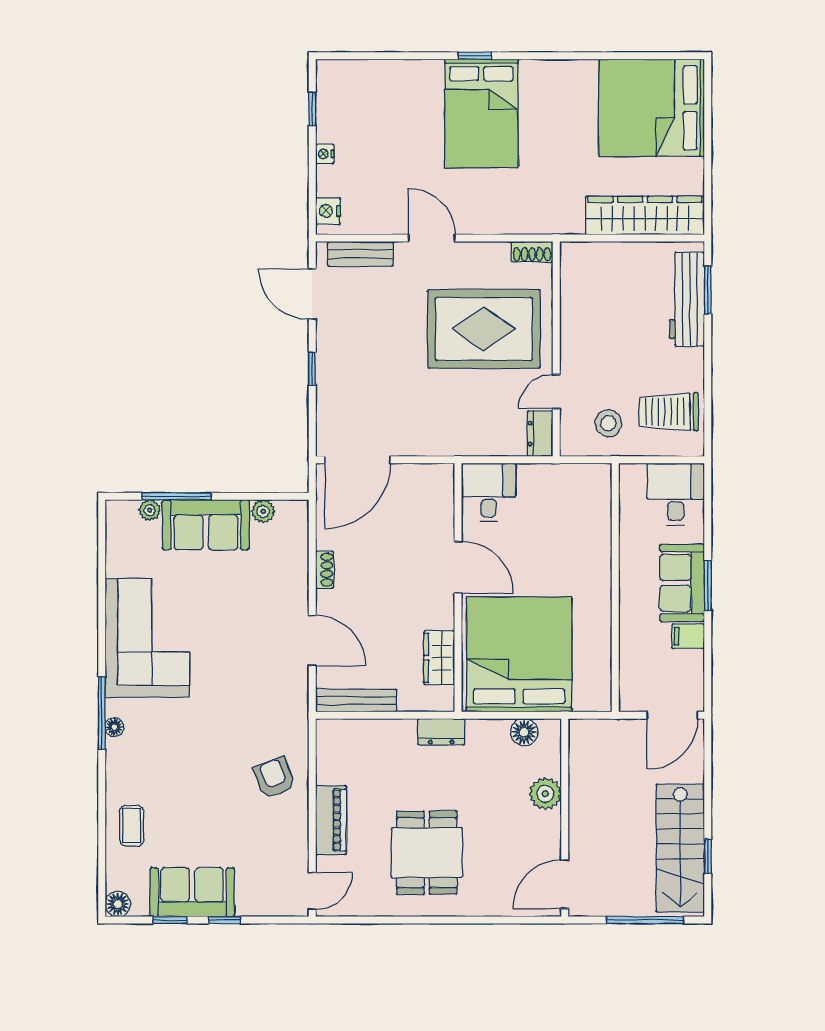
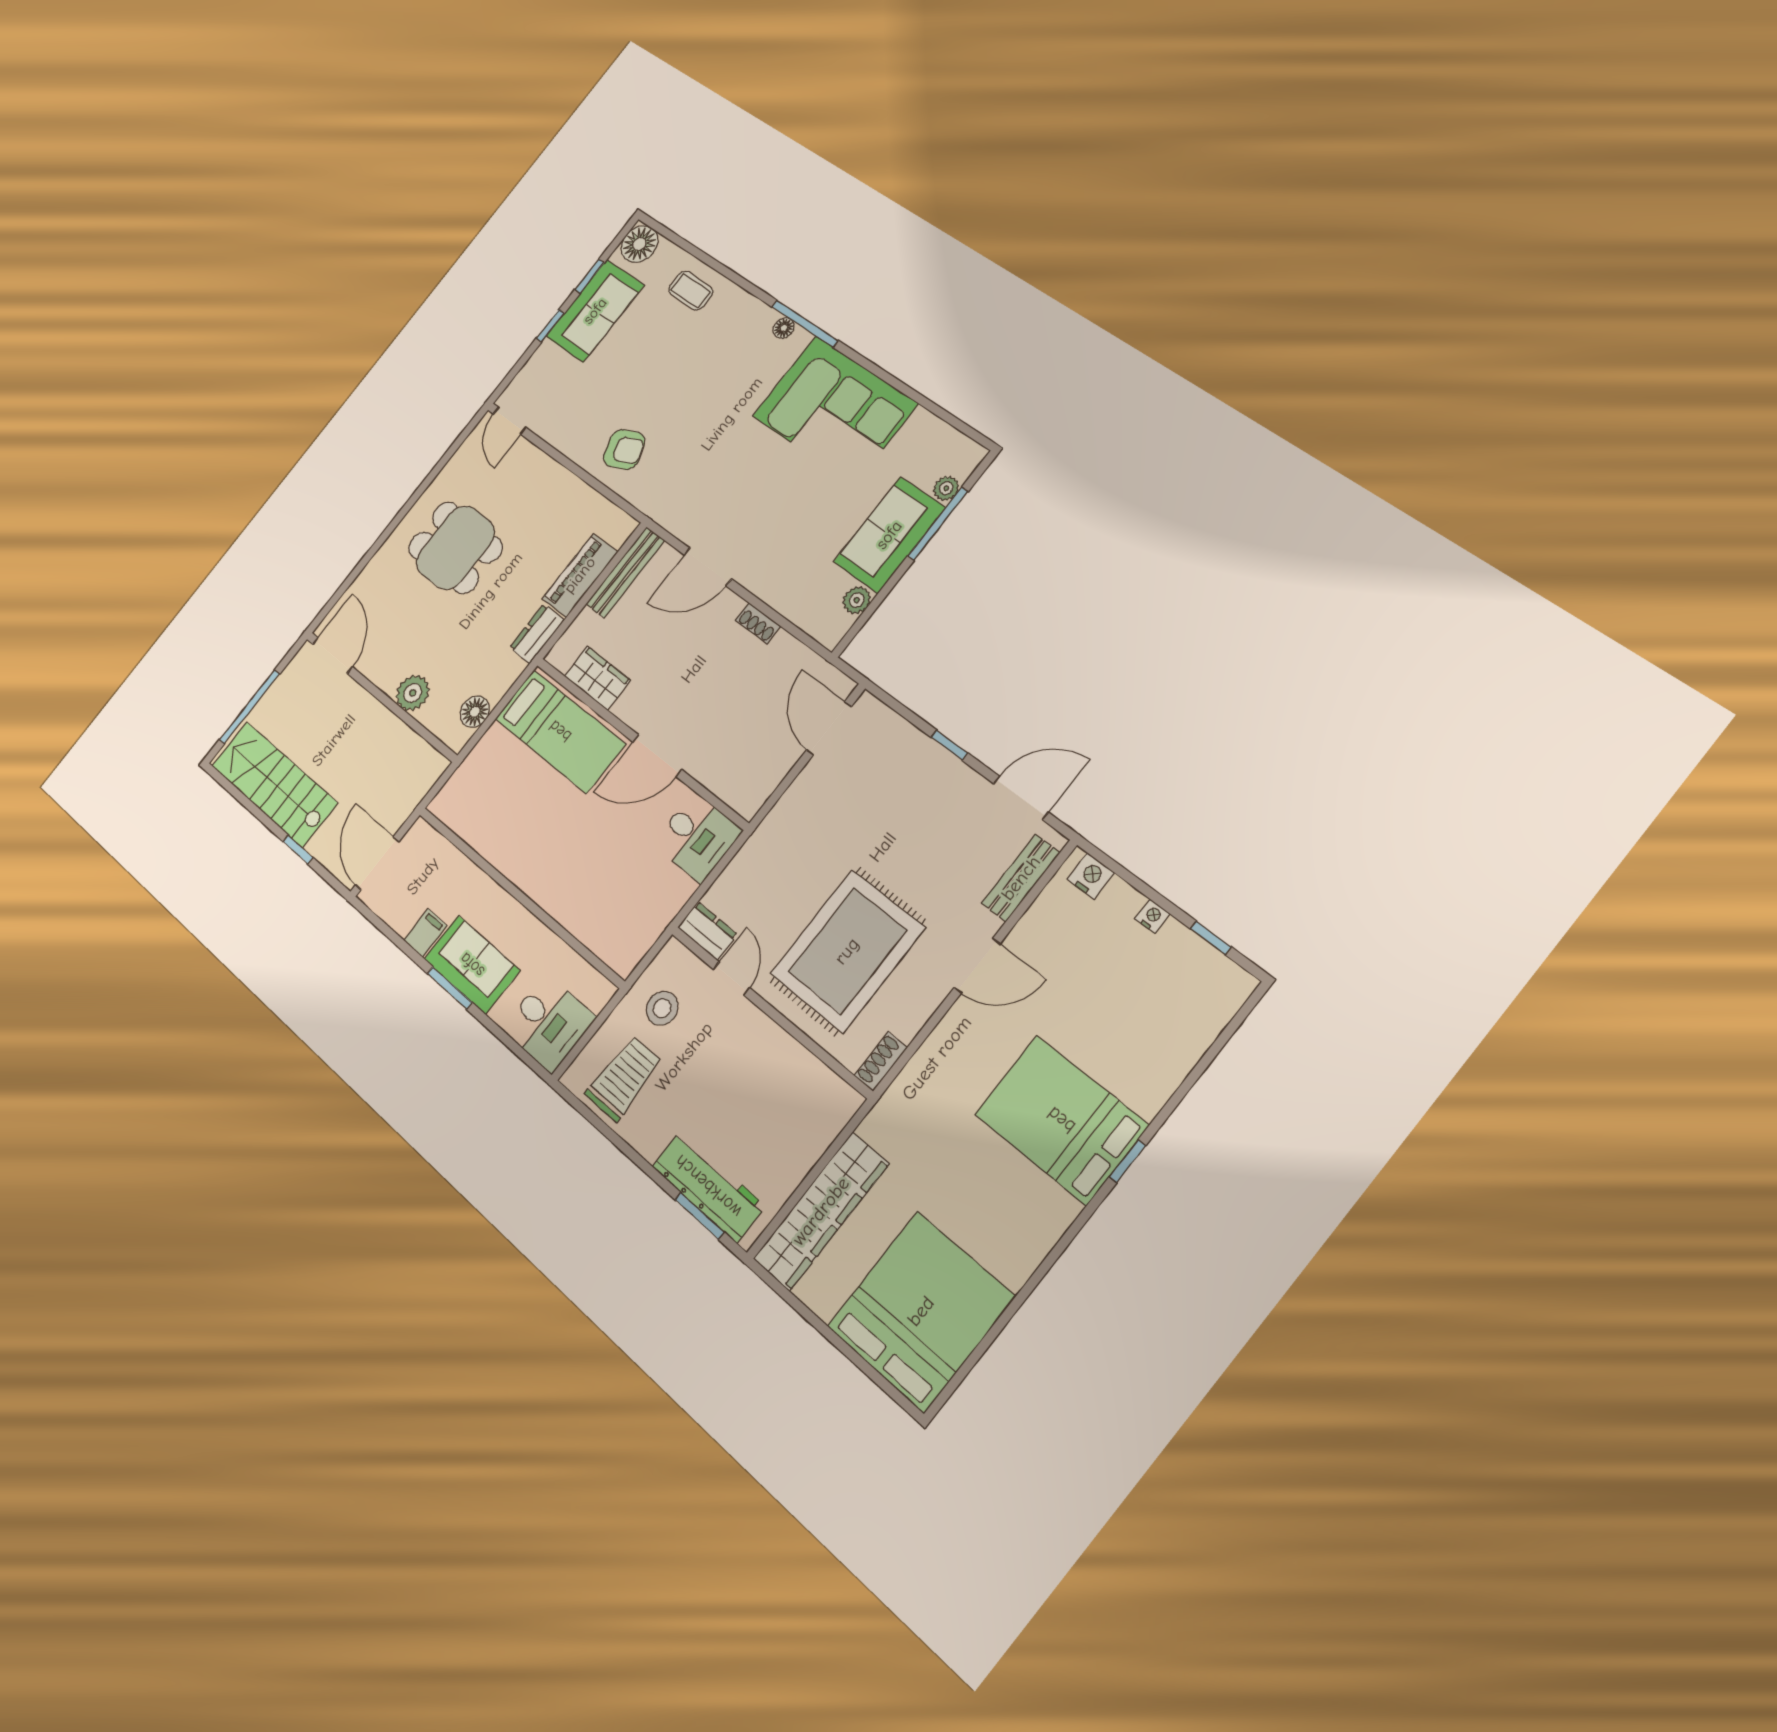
door: (358, 460) -> (829, 728), width x0.73
bed: (519, 655) -> (560, 731), width x0.49
piano: (331, 820) -> (580, 575), moved, turned 90
window: (708, 856) -> (298, 849), moved
floor lamp: (118, 904) -> (639, 244), width x1.38, depth x1.38

